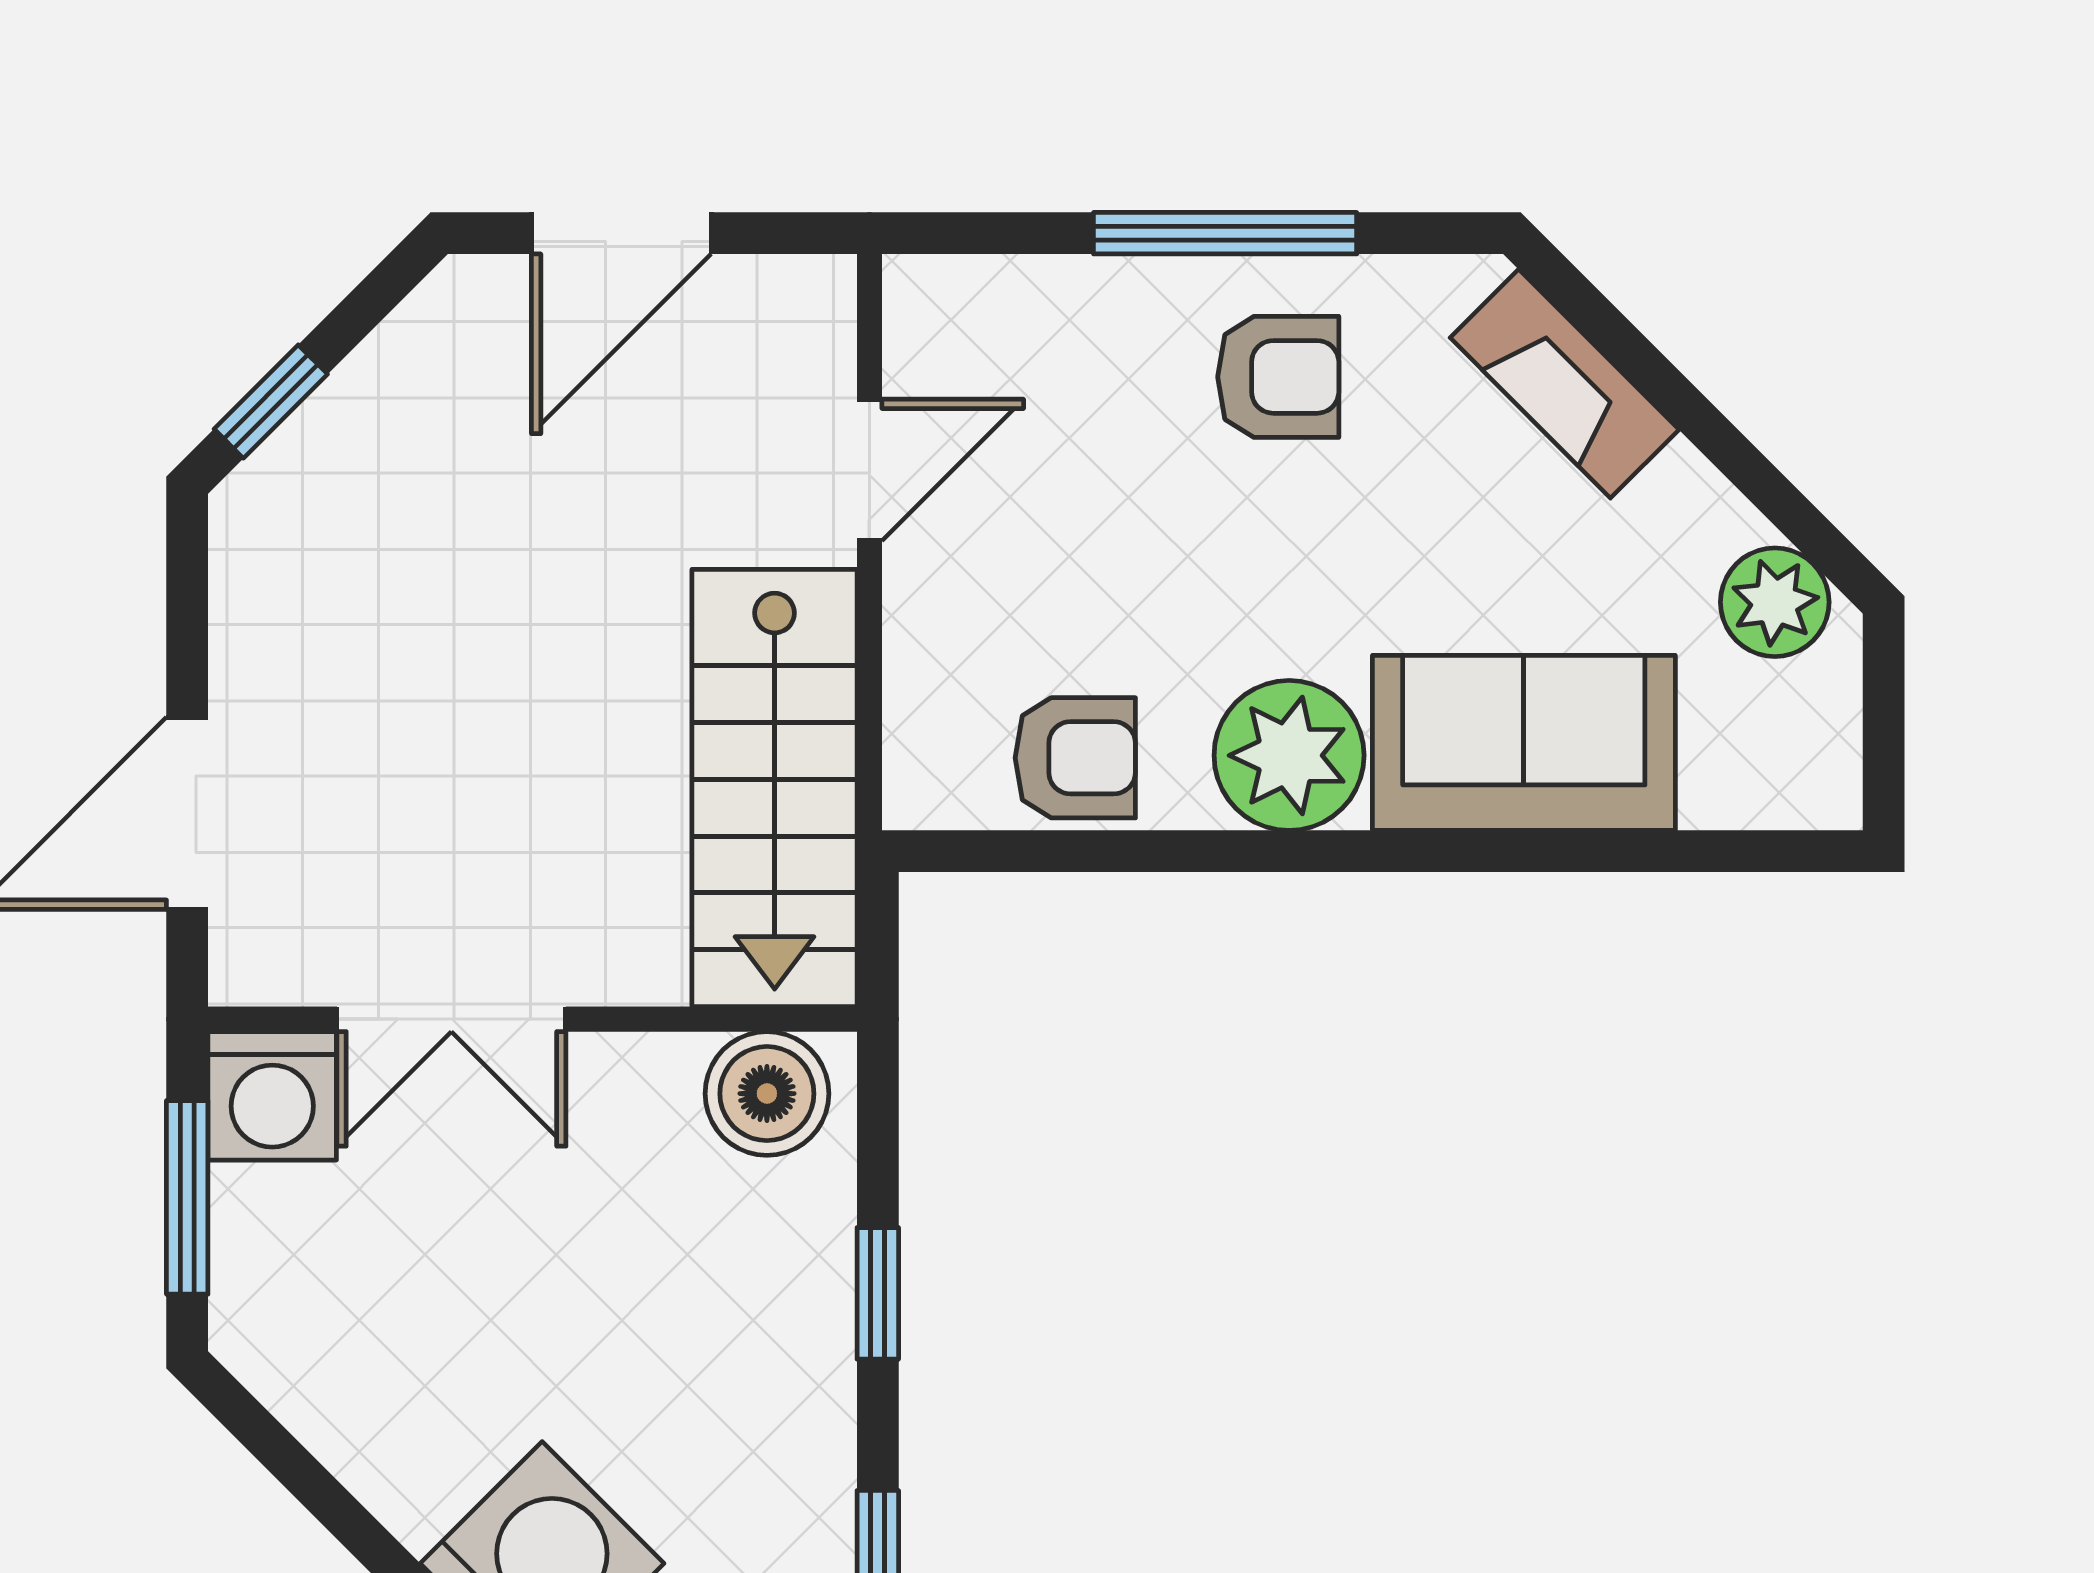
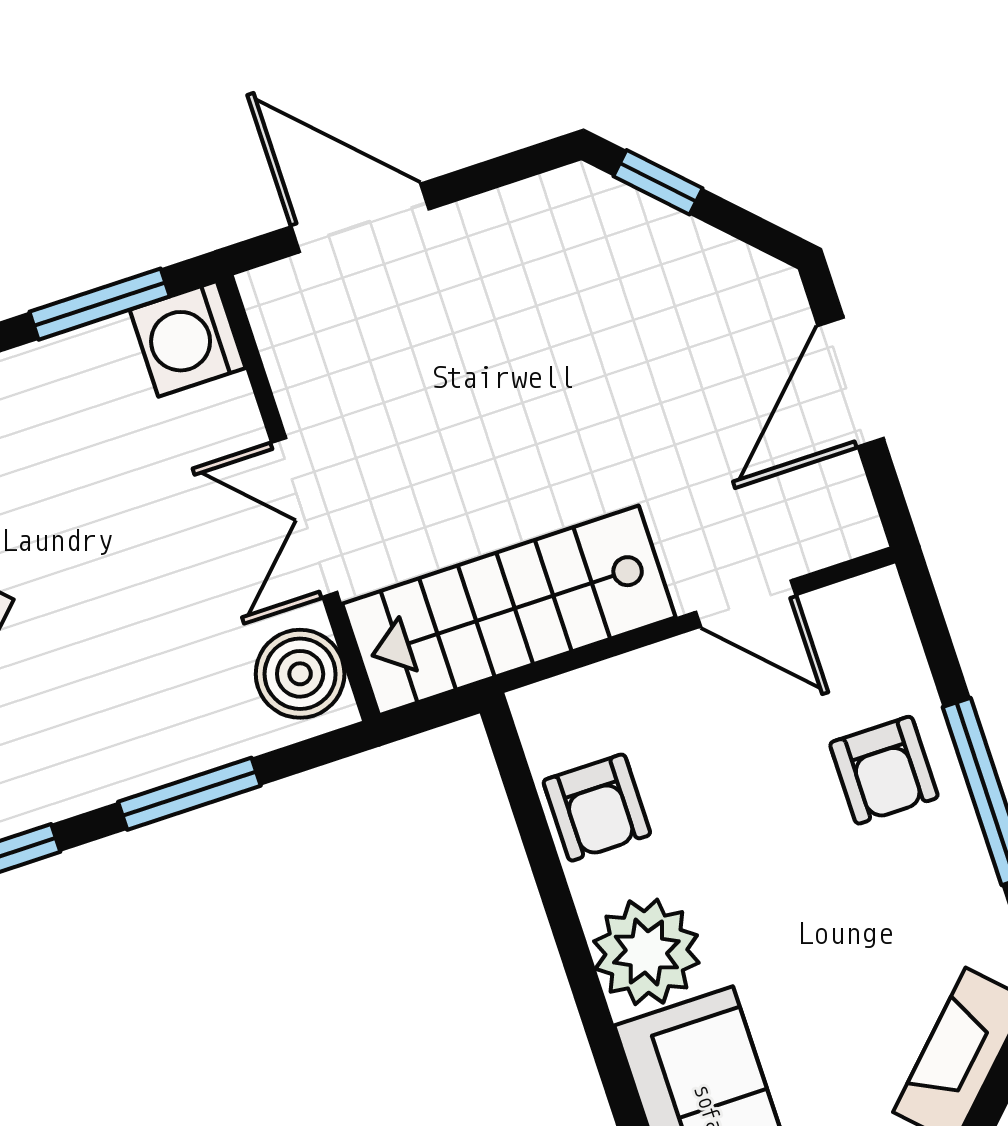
door: (621, 233) -> (851, 382), hinge flipped
armchair: (1278, 377) -> (884, 770), moved
double door: (451, 1019) -> (304, 518), moved
window: (878, 1293) -> (189, 794), width x1.50

